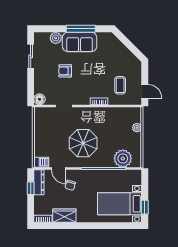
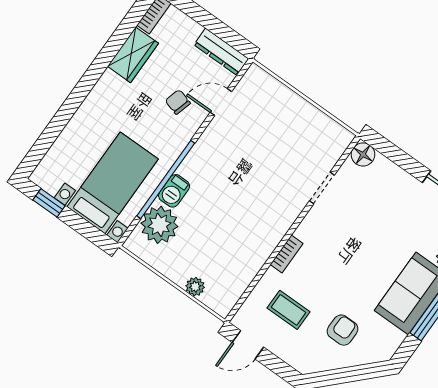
armchair: (65, 71) -> (342, 330), moved
parasol: (83, 143) -> (234, 175), removed
barbecue: (41, 162) -> (174, 191), moved
window: (31, 188) -> (221, 30), removed
bed with nightstands: (119, 204) -> (113, 183), moved

